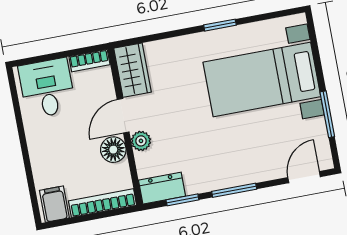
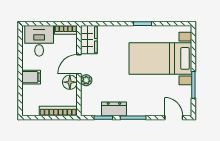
door: (304, 177) -> (174, 118), hinge flipped
dresser: (162, 188) -> (114, 109), moved
filing cabinet: (54, 204) -> (31, 77), moved, turned 90

